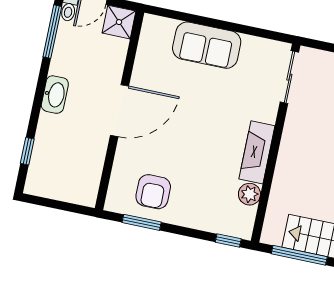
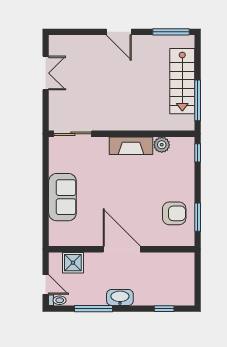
shower: (119, 22) -> (73, 263), moved
window: (52, 32) -> (94, 309), moved

